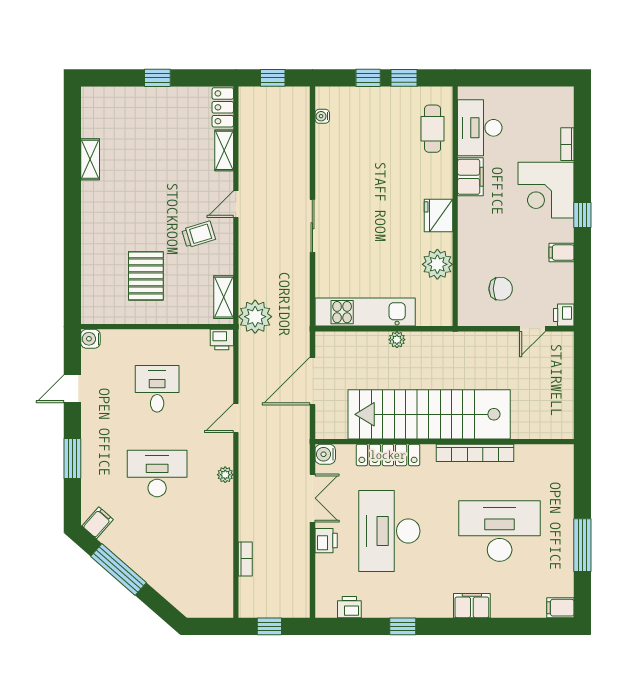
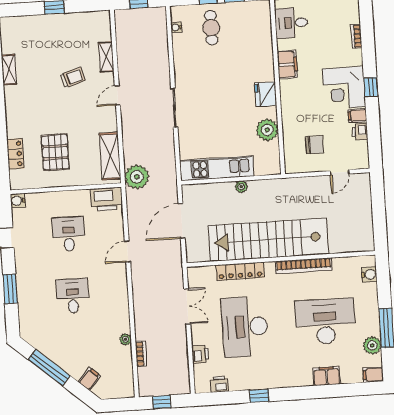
locker: (223, 107) -> (15, 154), moved, turned 180
desk: (480, 128) -> (291, 23), width x0.73
cafe table: (433, 129) -> (211, 28), moved
corner desk: (546, 190) -> (344, 88), moved
trolley: (199, 234) -> (73, 77), moved
shelving: (224, 297) -> (110, 156), width x1.50, depth x1.33
printer: (564, 315) -> (360, 132), moved
printer: (222, 340) -> (107, 199), width x1.87, depth x1.48
water cooler: (325, 454) -> (369, 274), moved, turned 180
desk: (157, 474) -> (73, 296), width x0.73
plant: (225, 475) -> (125, 339), moved
filing cabinet: (98, 523) -> (90, 379), moved
printer: (326, 541) -> (200, 354), moved
plant: (562, 568) -> (372, 345), added
filing cabinet: (472, 606) -> (327, 376), moved

